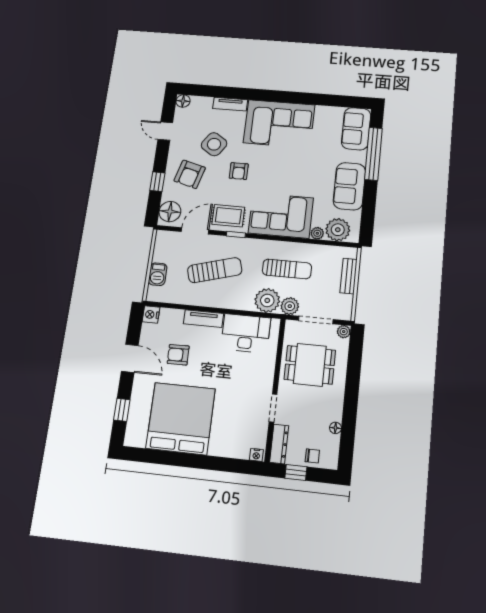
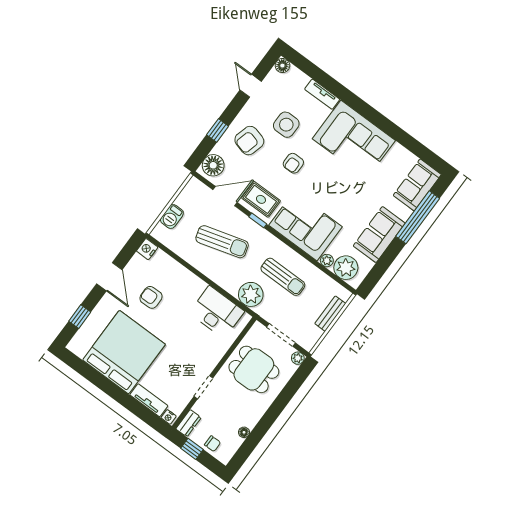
side table: (214, 144) -> (286, 125), turned -34
plant: (290, 306) -> (266, 310), removed
tv unit: (203, 319) -> (149, 400), moved, turned 180
dresser: (279, 444) -> (188, 423), width x0.70

